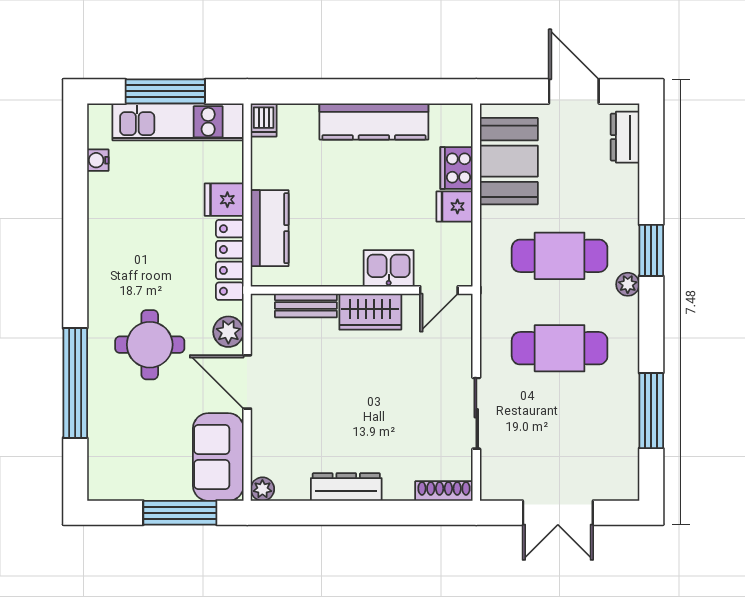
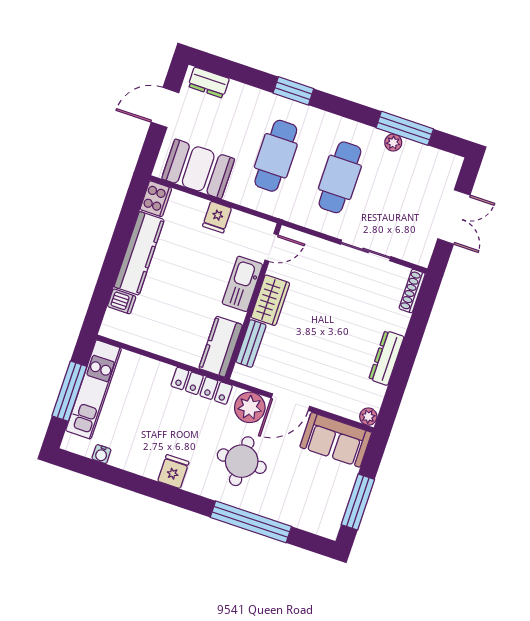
dishwasher: (264, 120) -> (122, 301), moved
cooker: (456, 168) -> (156, 199), moved, turned -90
fridge: (224, 200) -> (173, 472), moved, turned 180
kitchen counter: (270, 228) -> (221, 347), moved, turned -90
kitchen sink: (389, 268) -> (242, 284), width x1.38
plant: (628, 284) -> (393, 143), moved
door: (439, 290) -> (271, 247), hinge flipped
plant: (228, 332) -> (250, 407), width x1.36, depth x1.36
window: (180, 513) -> (358, 502), moved

